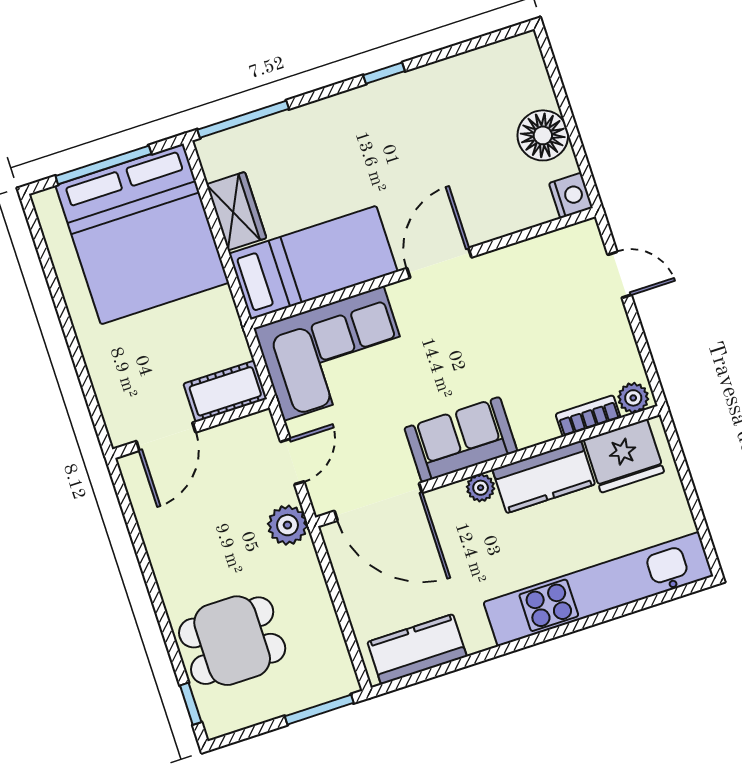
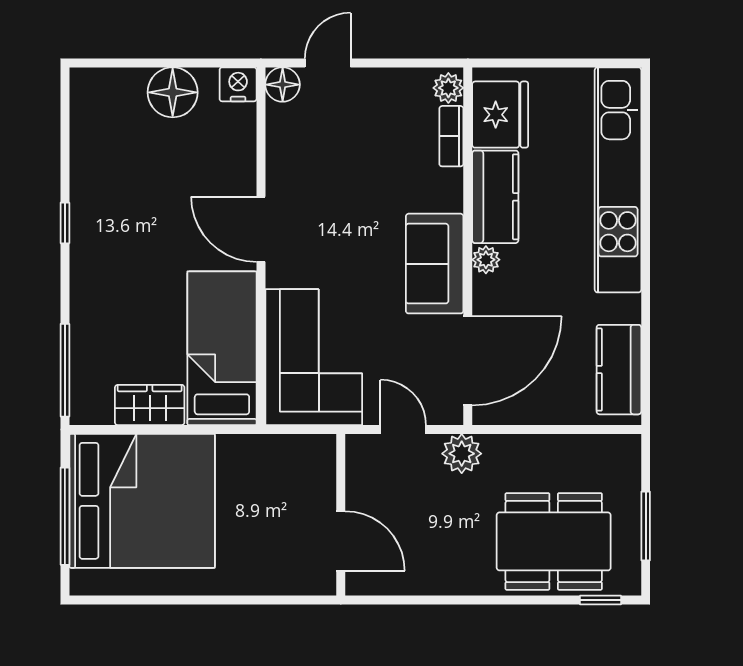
floor lamp: (585, 238) -> (283, 85), added
cot: (225, 391) -> (316, 471), removed
dining table: (232, 641) -> (554, 541), width x1.38
window: (319, 710) -> (646, 526), moved

